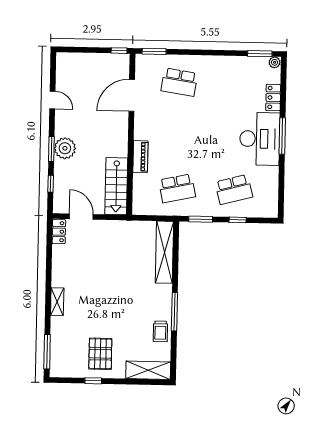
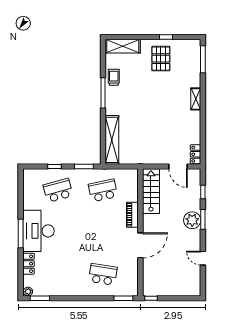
door: (132, 95) -> (140, 245), moved

